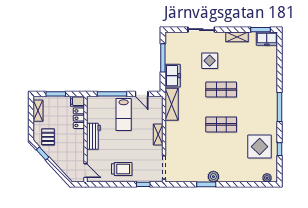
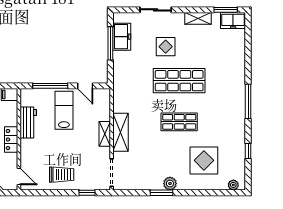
freezer: (173, 76) -> (122, 37), moved
shop shelf: (221, 90) -> (179, 81), width x1.43, depth x1.36
shelving: (172, 104) -> (121, 132), moved
lab bench: (124, 115) -> (64, 110), turned 180
locker: (79, 118) -> (11, 140), moved
workbench: (93, 136) -> (28, 123), moved
display table: (260, 147) -> (204, 160), moved

